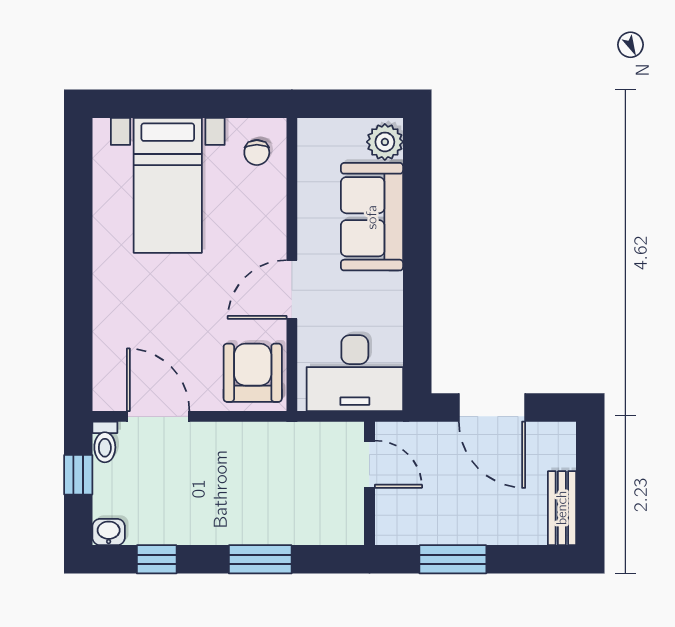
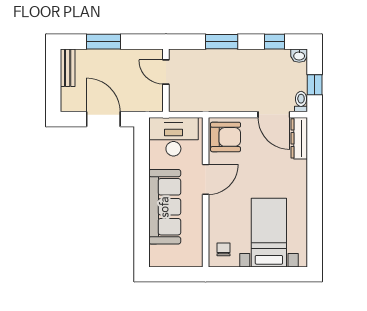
plant: (385, 142) -> (158, 255), removed
sofa: (372, 217) -> (165, 207), width x1.36
dresser: (108, 370) -> (299, 138), added
armchair: (253, 373) -> (226, 137), turned -90
door: (369, 464) -> (166, 72), moved
window: (453, 559) -> (104, 42), moved

